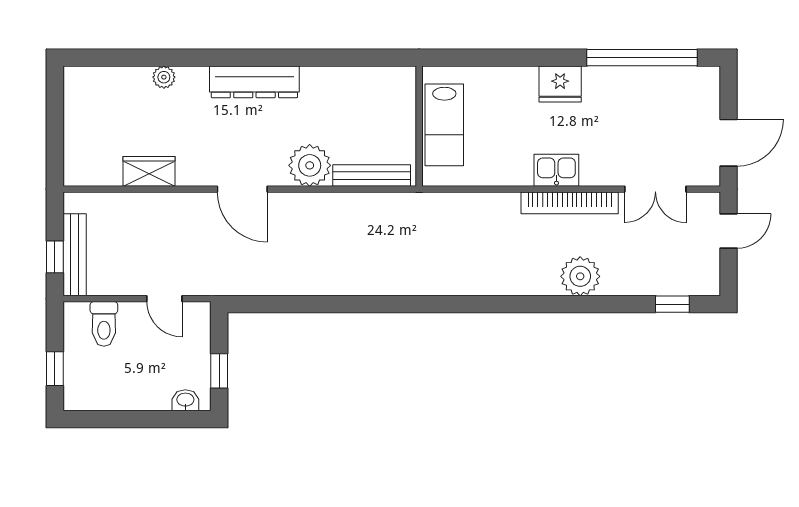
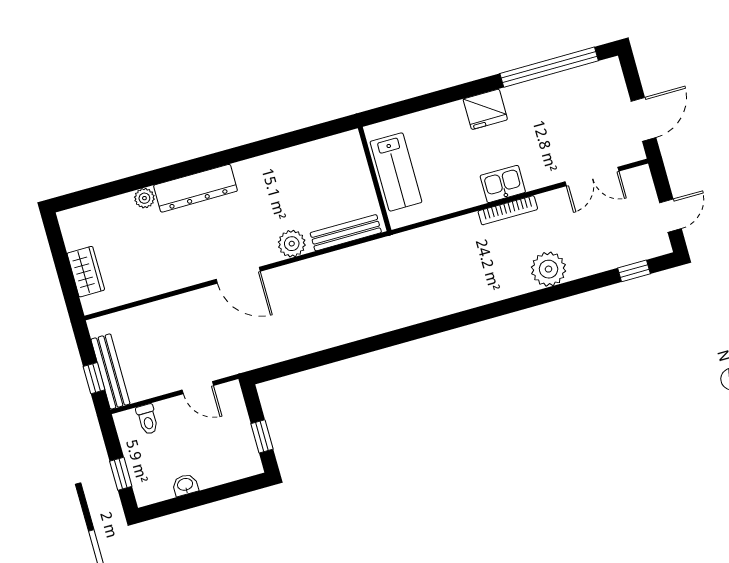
dresser: (254, 82) -> (195, 188), moved
plant: (310, 165) -> (292, 244), width x0.73, depth x0.73
wardrobe: (149, 171) -> (86, 272), moved, turned 90
bookcase: (570, 203) -> (508, 210), width x0.68, depth x0.76
door: (728, 231) -> (670, 216), moved
toilet: (104, 324) -> (147, 419), width x0.73, depth x0.72
washbasin: (185, 400) -> (185, 485), moved

